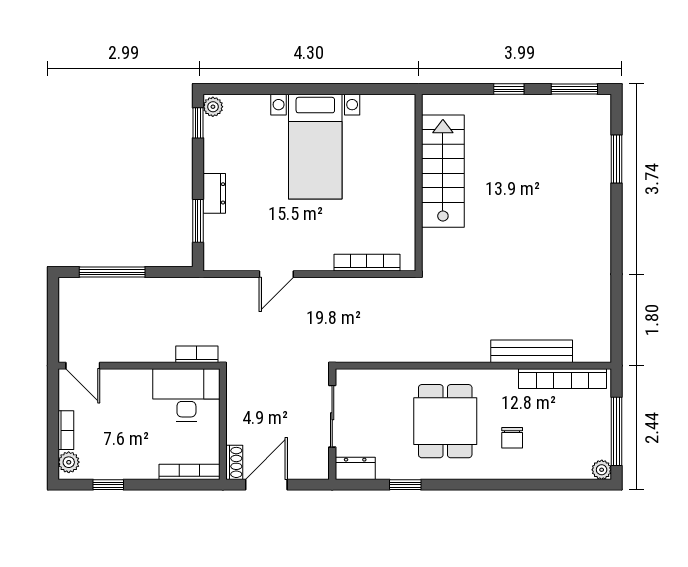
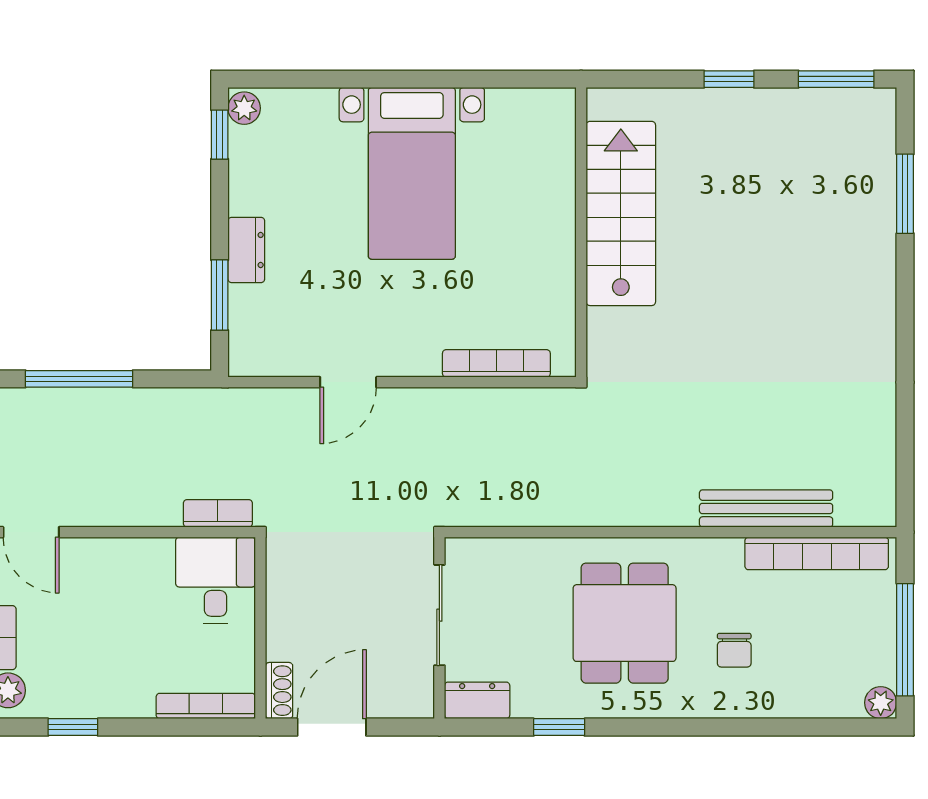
desk: (186, 395) -> (216, 580), width x0.73

